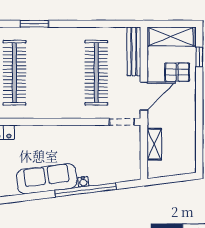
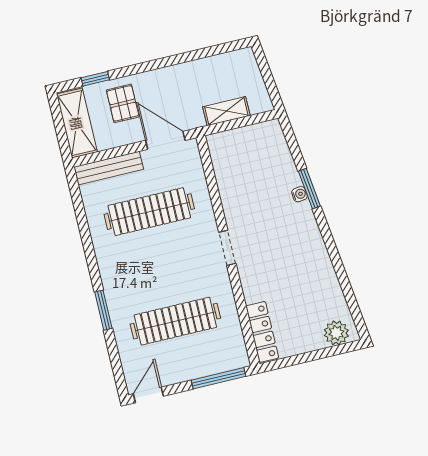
doorway: (122, 122) -> (227, 248), moved
sofa: (47, 179) -> (307, 244), removed
window: (86, 190) -> (309, 189), width x0.47

